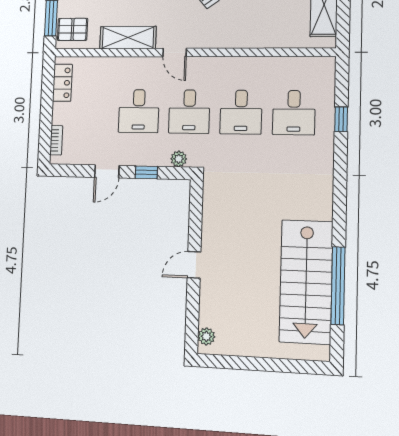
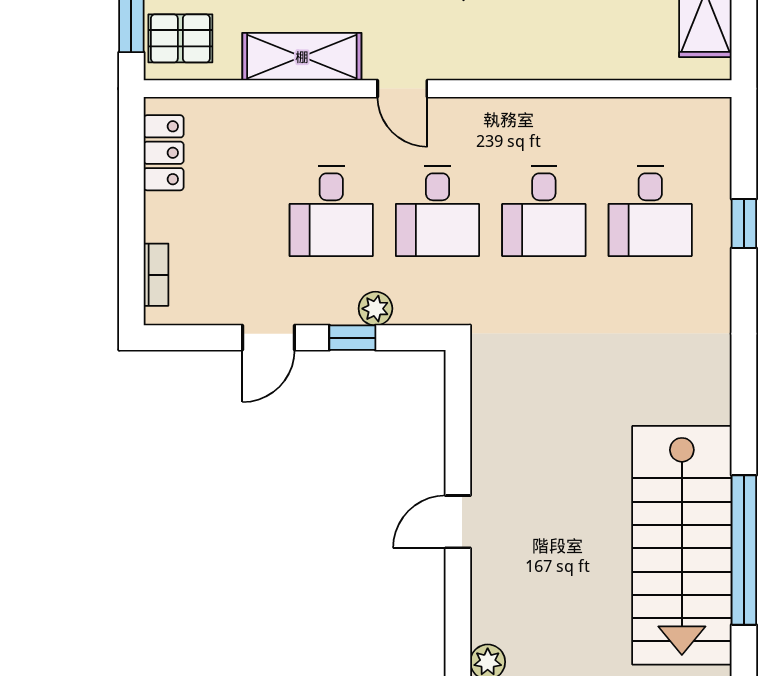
plant: (179, 159) -> (375, 309), moved

